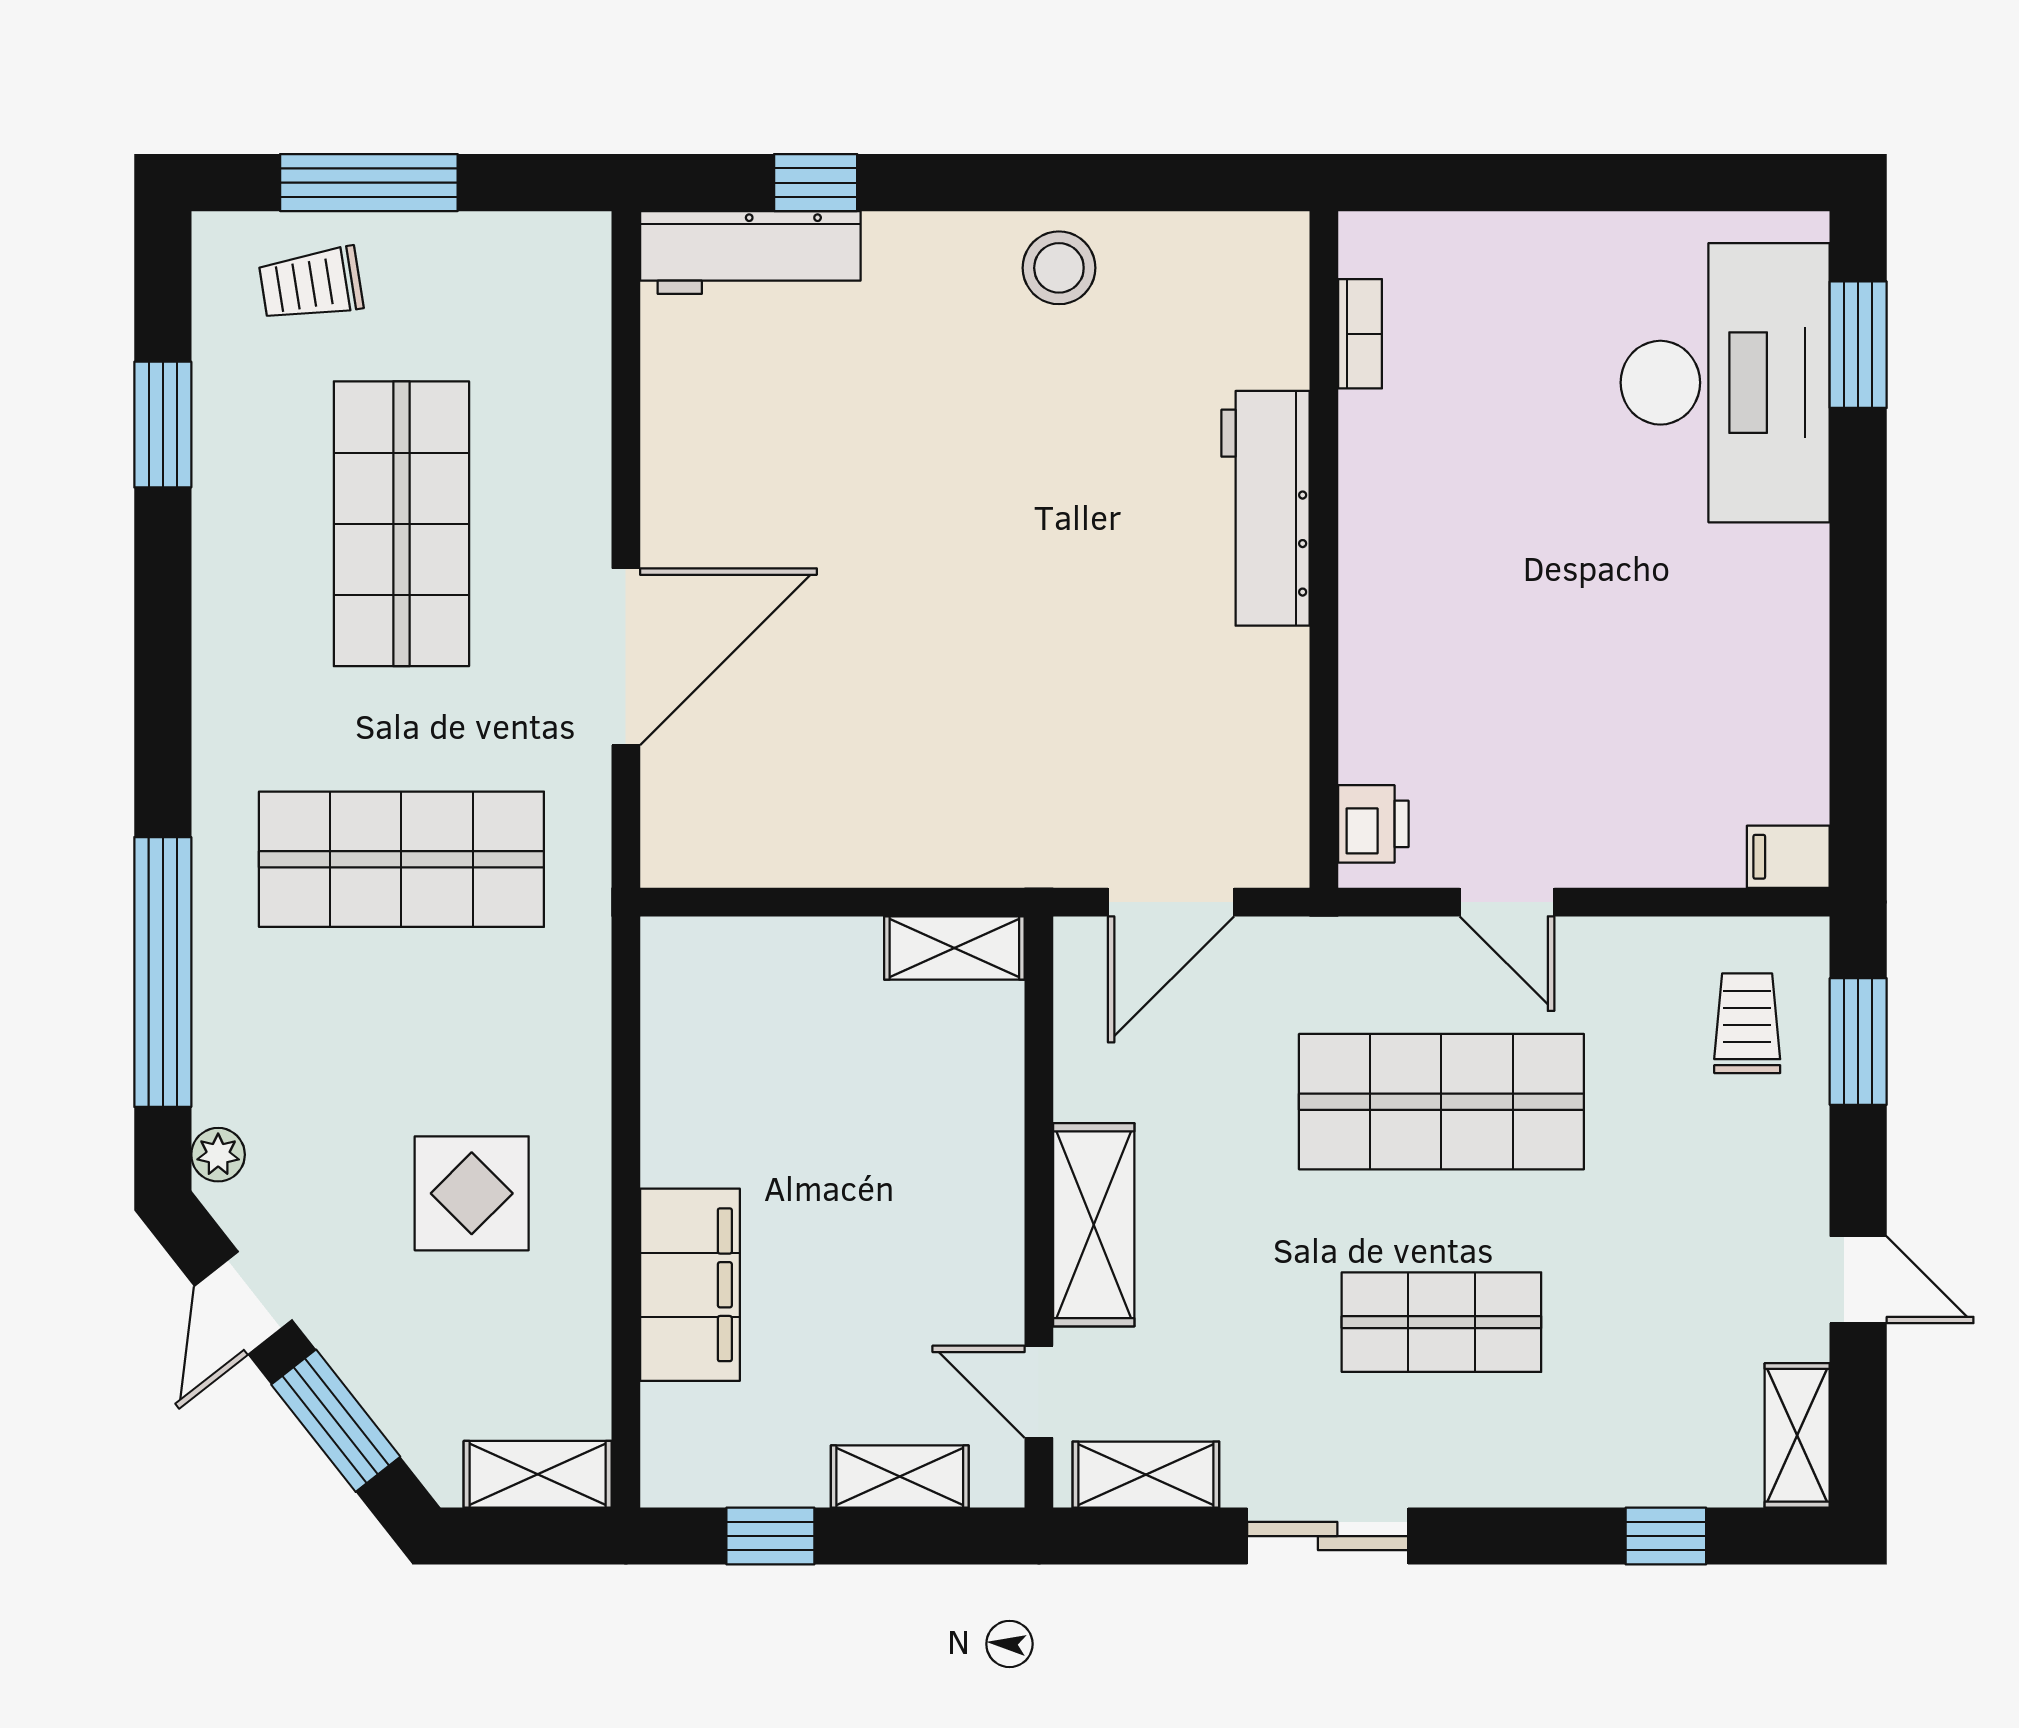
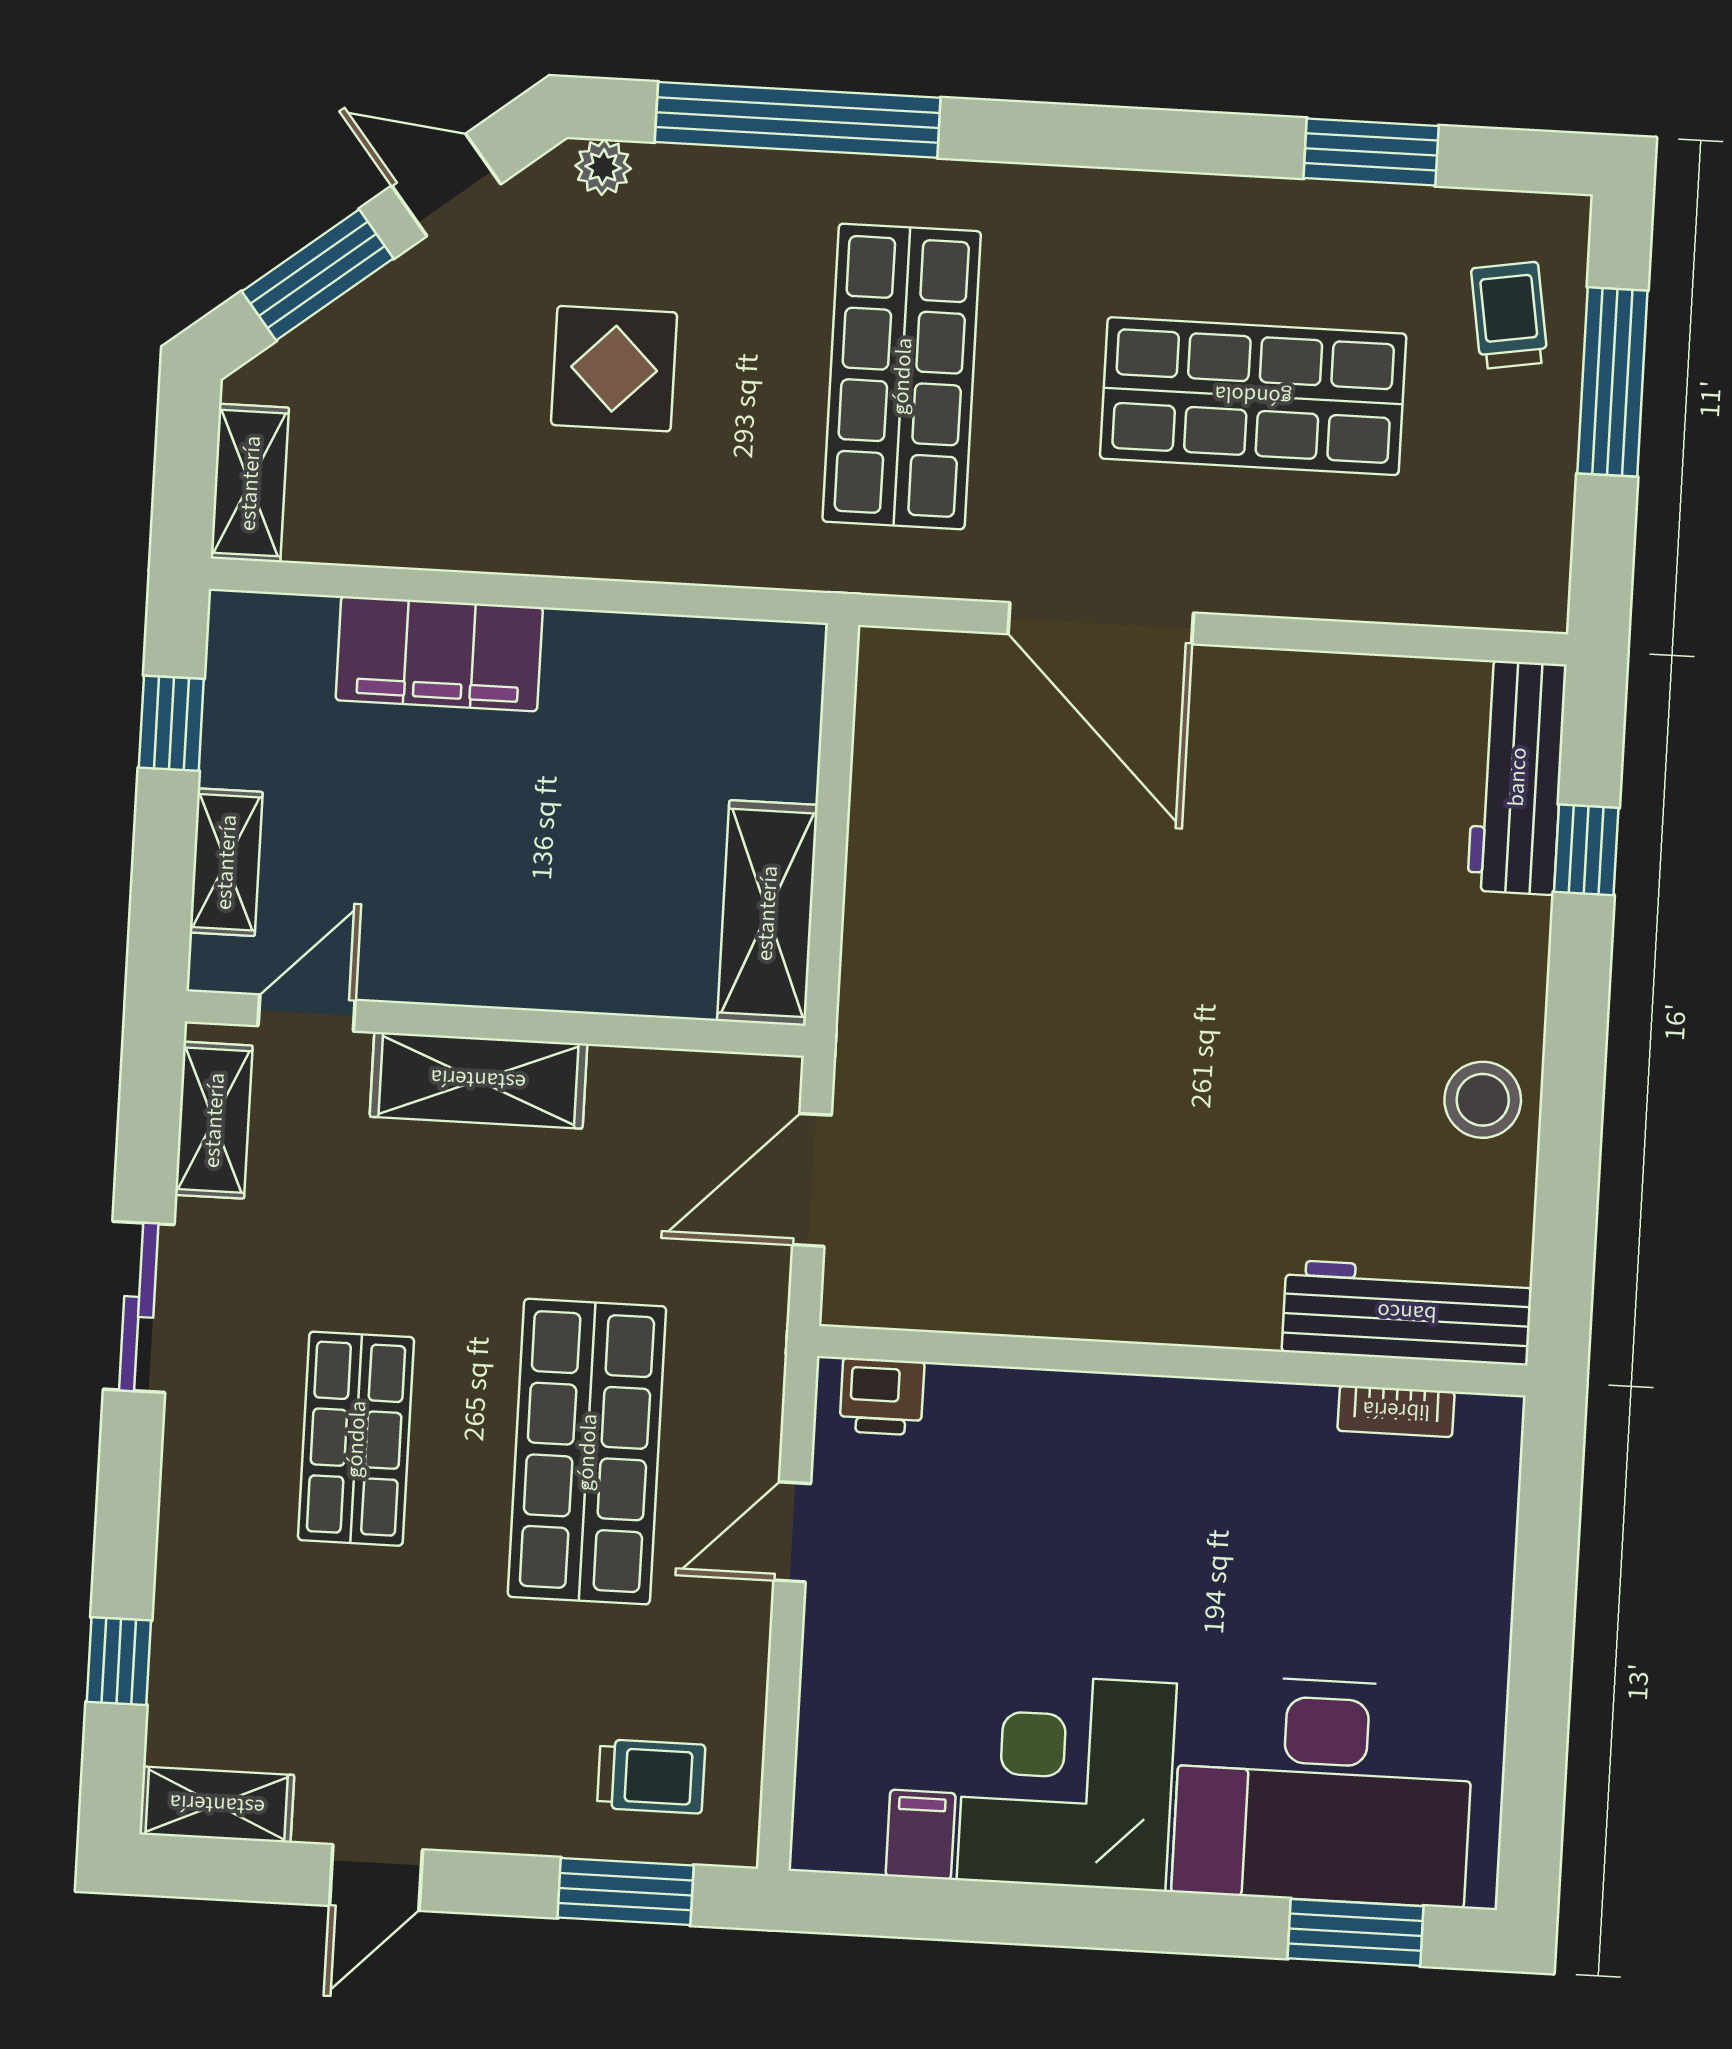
workbench: (1266, 508) -> (1407, 1313), moved
corner desk: (1730, 627) -> (1067, 1782), added
filing cabinet: (1788, 857) -> (921, 1835), moved
door: (1171, 902) -> (812, 1180), hinge flipped
shelving: (954, 948) -> (767, 913), width x1.50, depth x1.33
display table: (472, 1193) -> (614, 369), moved

